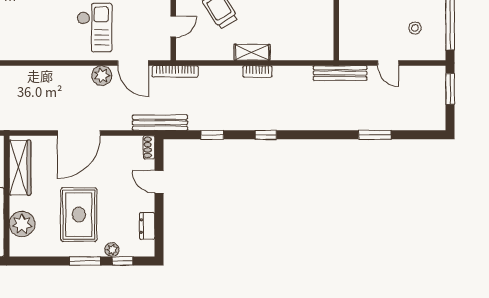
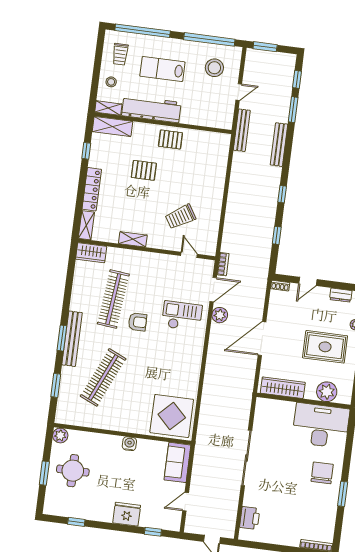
stool: (415, 28) -> (214, 68), width x1.89, depth x1.89
shelving: (252, 52) -> (217, 196), removed
bookcase: (175, 71) -> (223, 264), width x0.64
bookcase: (257, 71) -> (232, 194), removed
bench: (160, 123) -> (279, 145), moved
door: (79, 133) -> (262, 339), swing flipped
window: (414, 135) -> (297, 79), added

